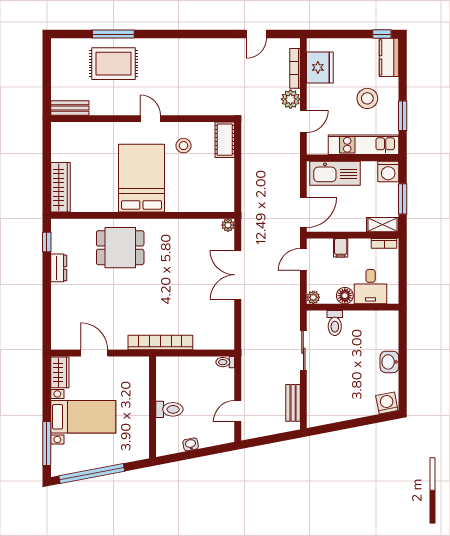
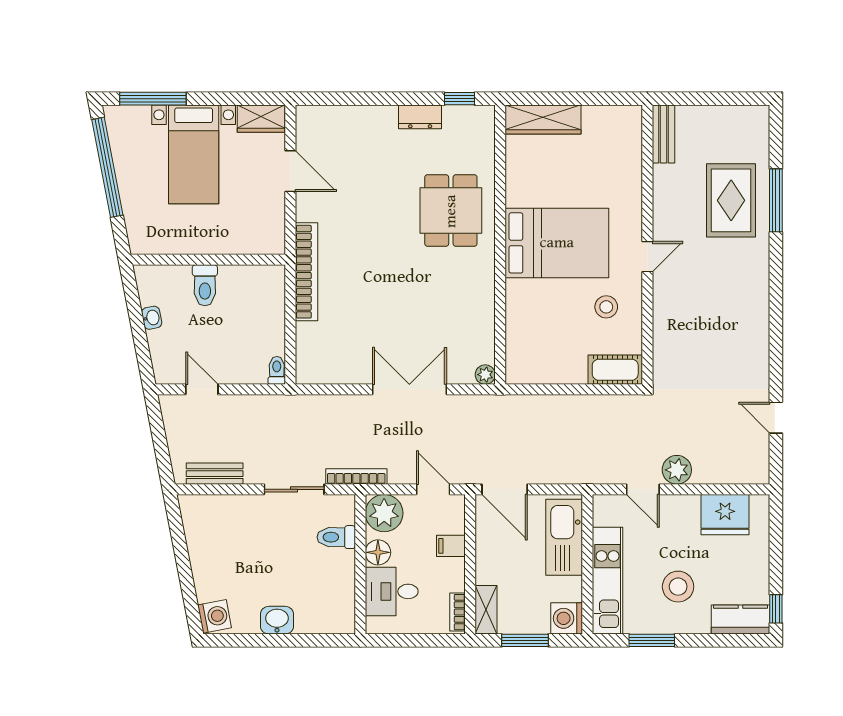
bookcase: (295, 68) -> (356, 477), moved
plant: (313, 297) -> (384, 513), width x1.88, depth x1.88
door: (94, 353) -> (290, 171), hinge flipped

